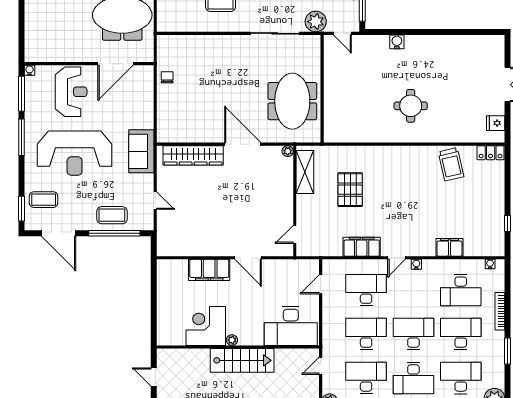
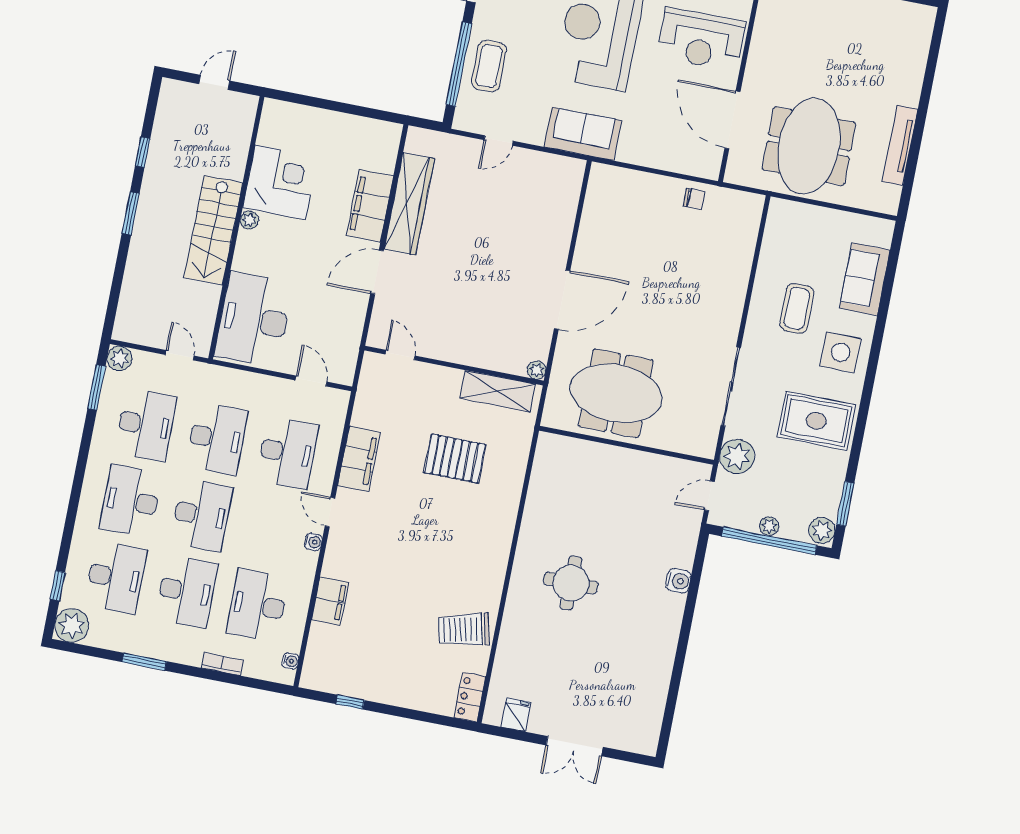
wardrobe: (193, 155) -> (409, 204), moved, turned 180
bookcase: (500, 311) -> (222, 664), width x0.64

